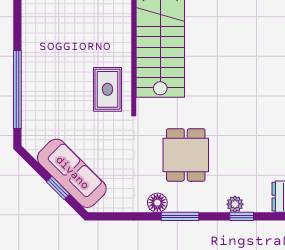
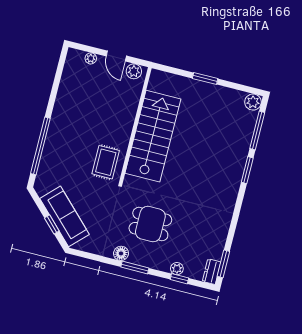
dining table: (186, 155) -> (150, 224), turned 90

